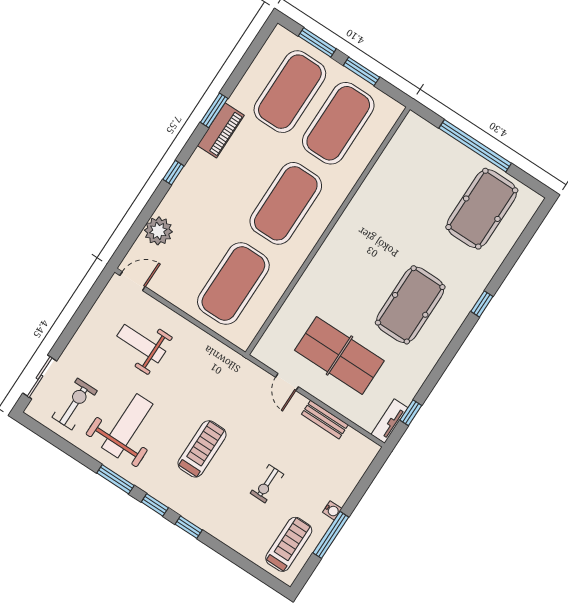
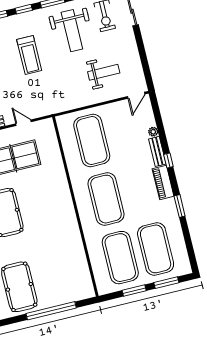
piano: (221, 130) -> (163, 183), moved
bench: (175, 195) -> (157, 151), added
plant: (158, 231) -> (153, 132), width x0.53, depth x0.53

